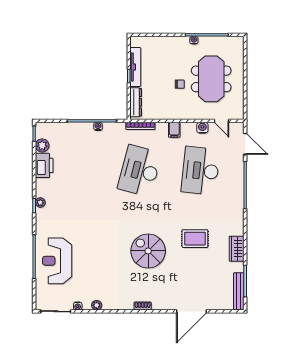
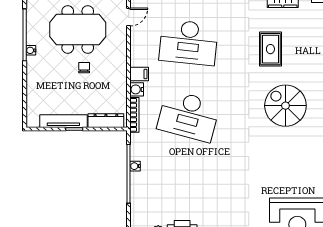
water cooler: (202, 128) -> (137, 89), moved
spiral stairs: (148, 251) -> (285, 106), turned 90

